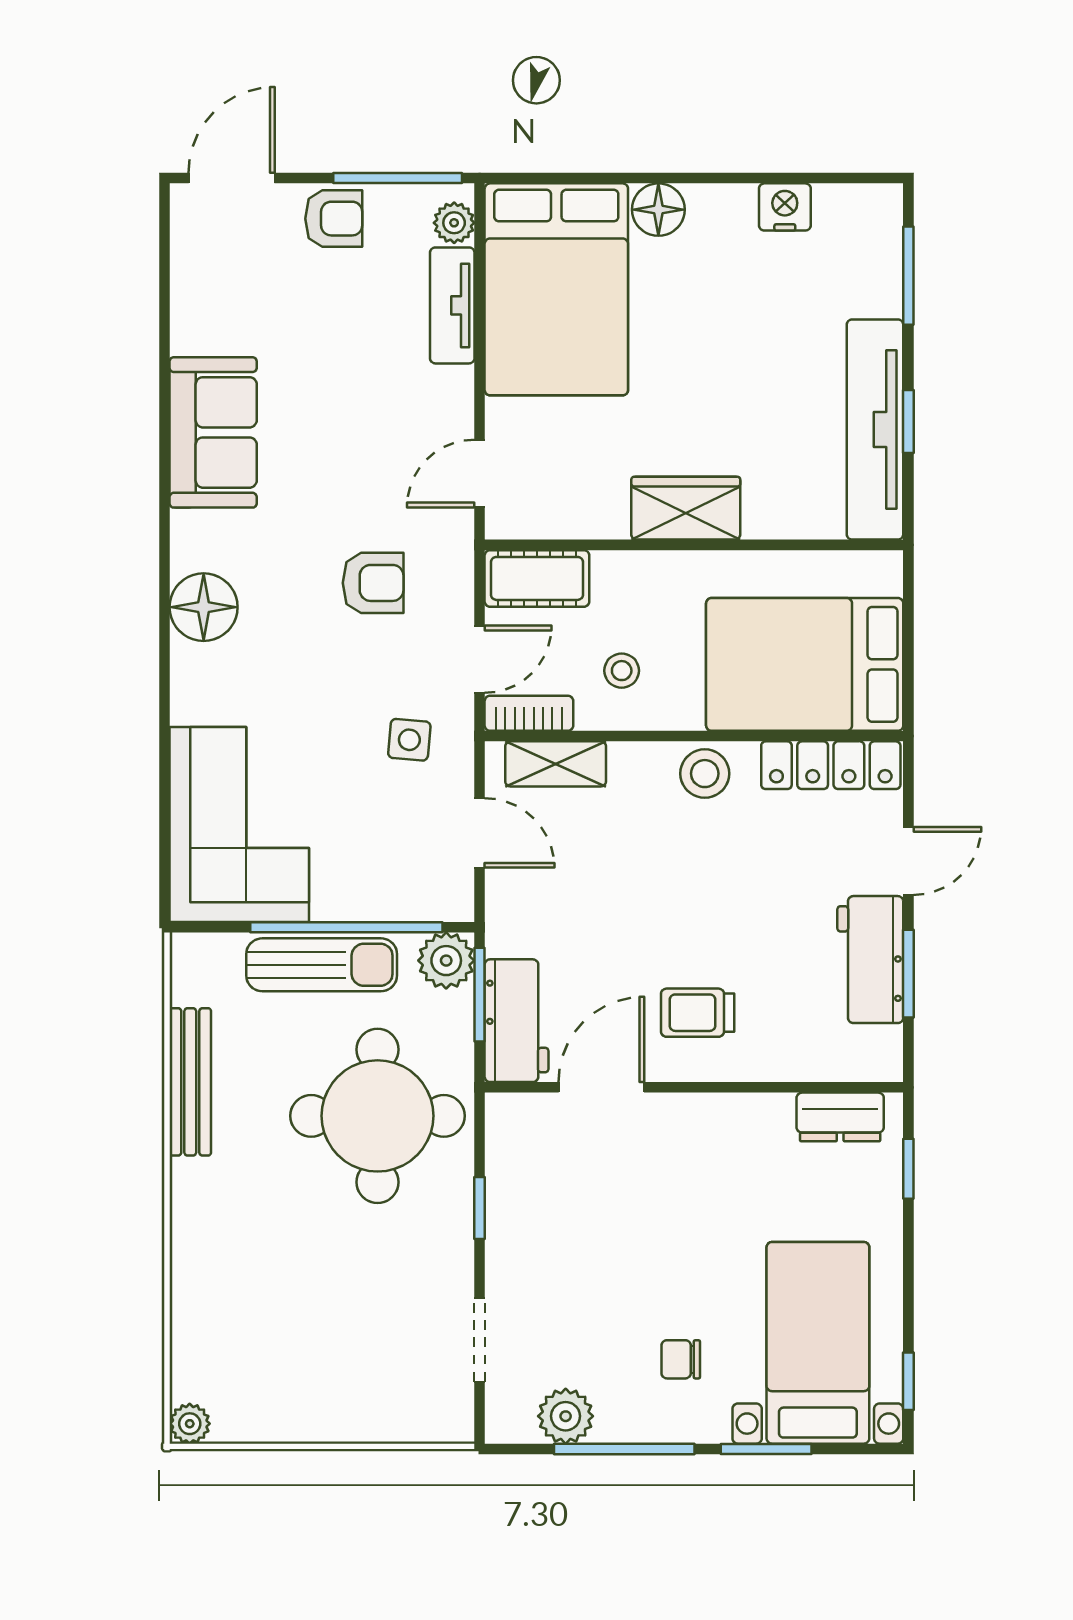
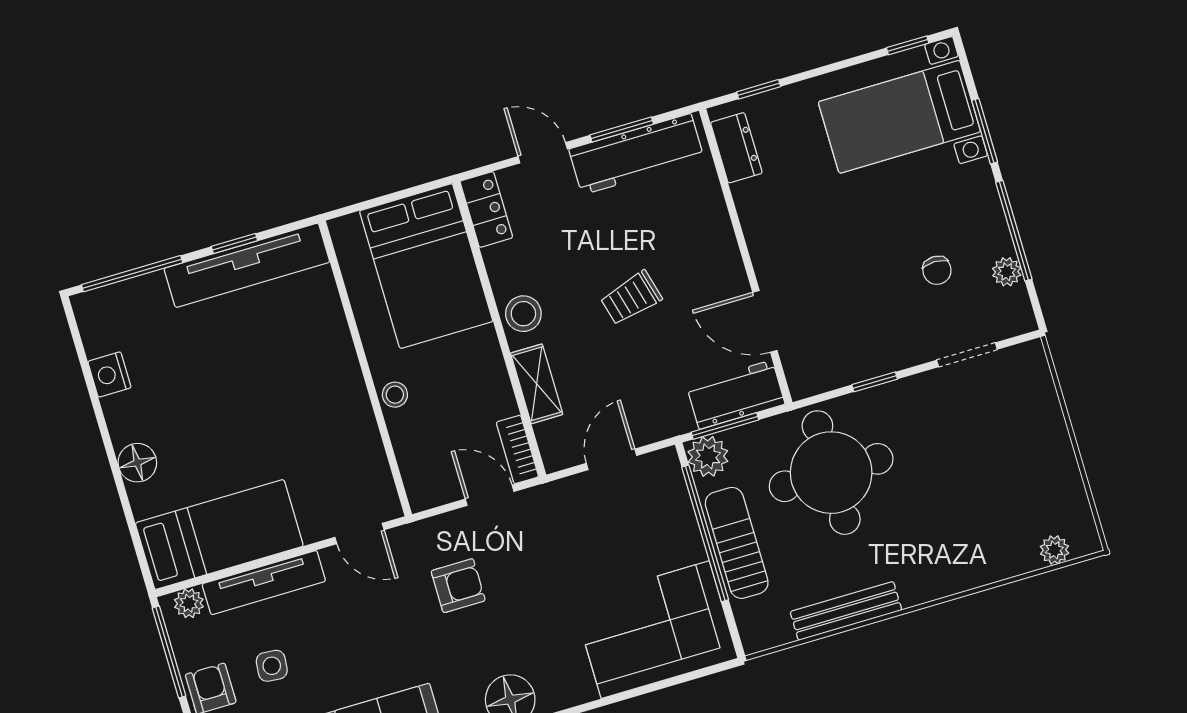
window: (908, 276) -> (132, 274), width x1.44
bed: (556, 289) -> (219, 534), width x0.67
tv unit: (452, 305) -> (264, 583), width x1.41
wardrobe: (686, 508) -> (341, 382), removed
cot: (537, 578) -> (421, 472), removed
armchair: (373, 583) -> (458, 586), turned 90
stool: (622, 671) -> (395, 395), moved
side table: (409, 740) -> (272, 666), moved
shelving: (556, 764) -> (537, 384), moved
locker: (831, 765) -> (486, 209), width x0.66
workbench: (870, 960) -> (636, 154), width x1.38
trolley: (698, 1013) -> (631, 298), moved, turned 75
chair: (681, 1359) -> (937, 270), moved
plant: (566, 1416) -> (1007, 272), width x0.73, depth x0.73
plant: (190, 1424) -> (1054, 550), moved

